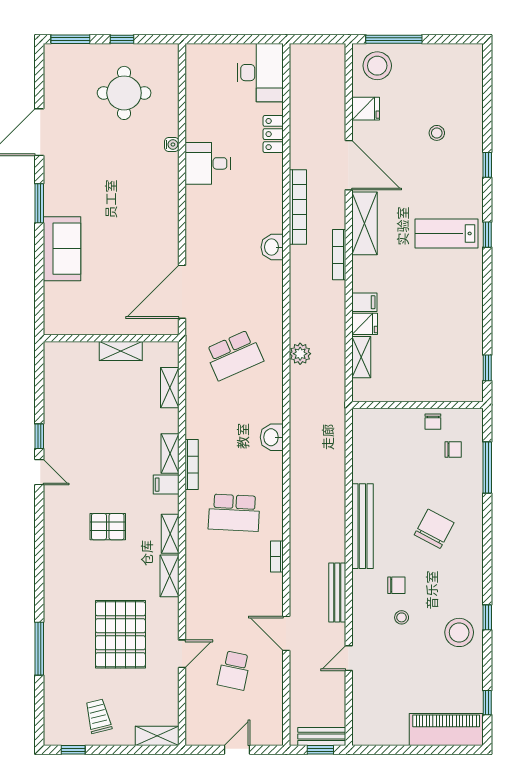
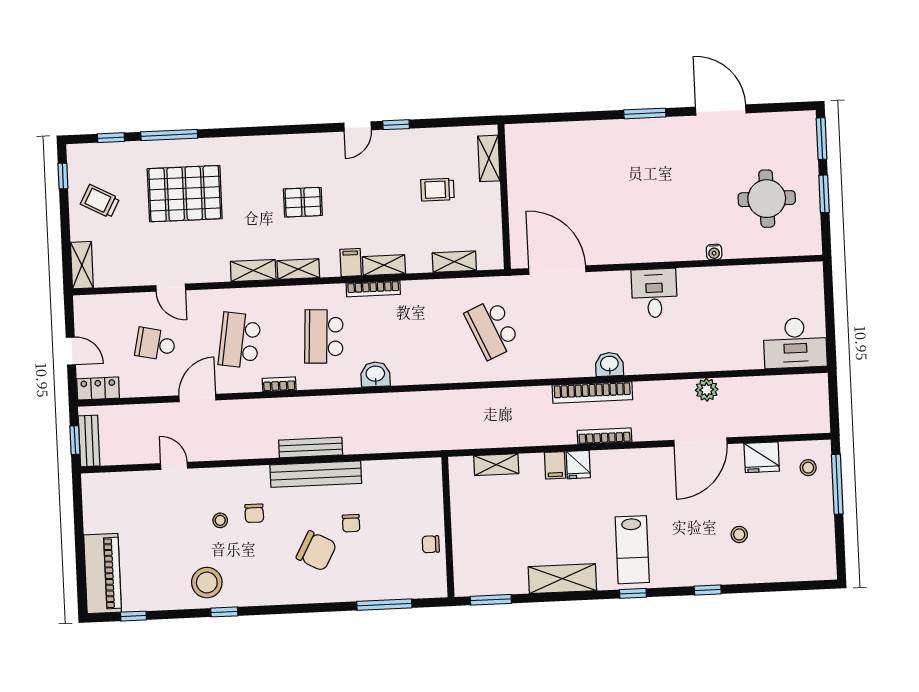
window: (122, 39) -> (824, 194), width x1.50
stool: (377, 66) -> (808, 468), width x0.53, depth x0.53
fridge: (366, 109) -> (762, 457), width x1.38
locker: (273, 134) -> (98, 389), moved
desk: (208, 163) -> (654, 293), moved
bookcase: (298, 207) -> (592, 392), moved
shelving: (364, 223) -> (562, 579), moved
lab bench: (446, 233) -> (632, 550), turned 180
sofa: (62, 249) -> (597, 140), removed
fridge: (365, 324) -> (578, 465), moved
shelving: (121, 351) -> (489, 158), moved
plant: (300, 354) -> (707, 390), moved
window: (487, 368) -> (491, 600), width x1.50
trolley: (102, 400) -> (438, 190), added
washbasin: (272, 437) -> (375, 374), moved
chair: (453, 450) -> (351, 523), moved
pallet: (108, 527) -> (303, 202), turned 90
school desk: (234, 592) -> (240, 340), added
bench: (337, 592) -> (311, 447), moved
pallet: (120, 634) -> (185, 194), moved
window: (39, 703) -> (111, 138), added
trolley: (98, 716) -> (100, 201), turned -138

